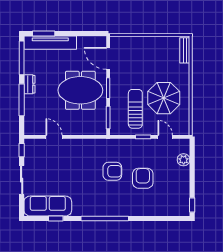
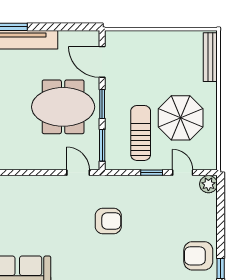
bench: (185, 50) -> (210, 57), width x1.36
door: (54, 137) -> (78, 173), moved
plant: (184, 160) -> (208, 184), moved
armchair: (143, 178) -> (198, 256), moved, turned -90

